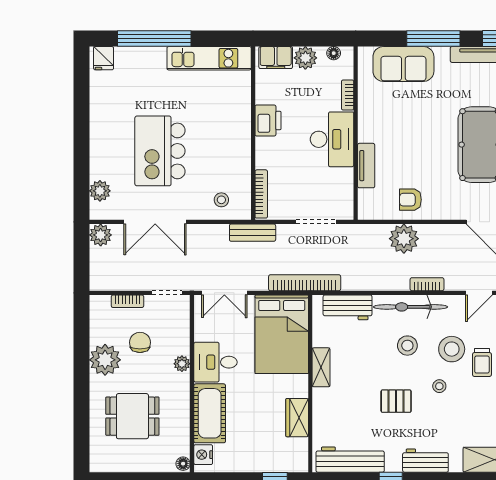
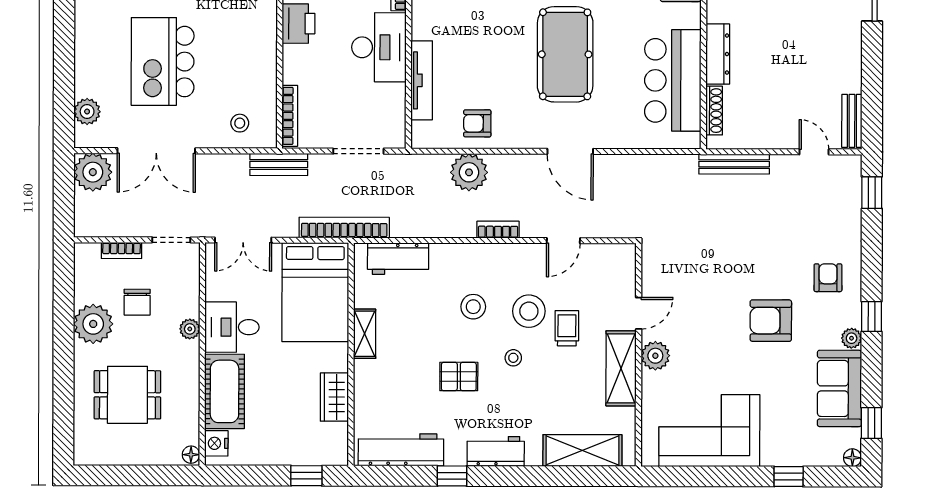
tv unit: (366, 166) -> (422, 80), width x1.41
plant: (101, 235) -> (93, 172), width x1.36, depth x1.36
bicycle: (411, 307) -> (477, 258), removed
chair: (140, 342) -> (137, 302), turned 180
trolley: (482, 363) -> (567, 328), turned 180

